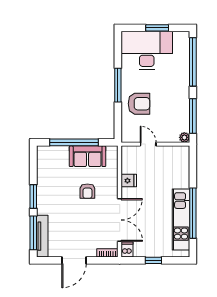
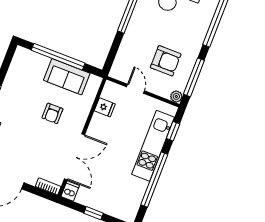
armchair: (139, 104) -> (166, 61), moved
window: (193, 167) -> (173, 131), added
fridge: (129, 181) -> (105, 107), moved
kitchen unit: (181, 219) -> (153, 146), moved

